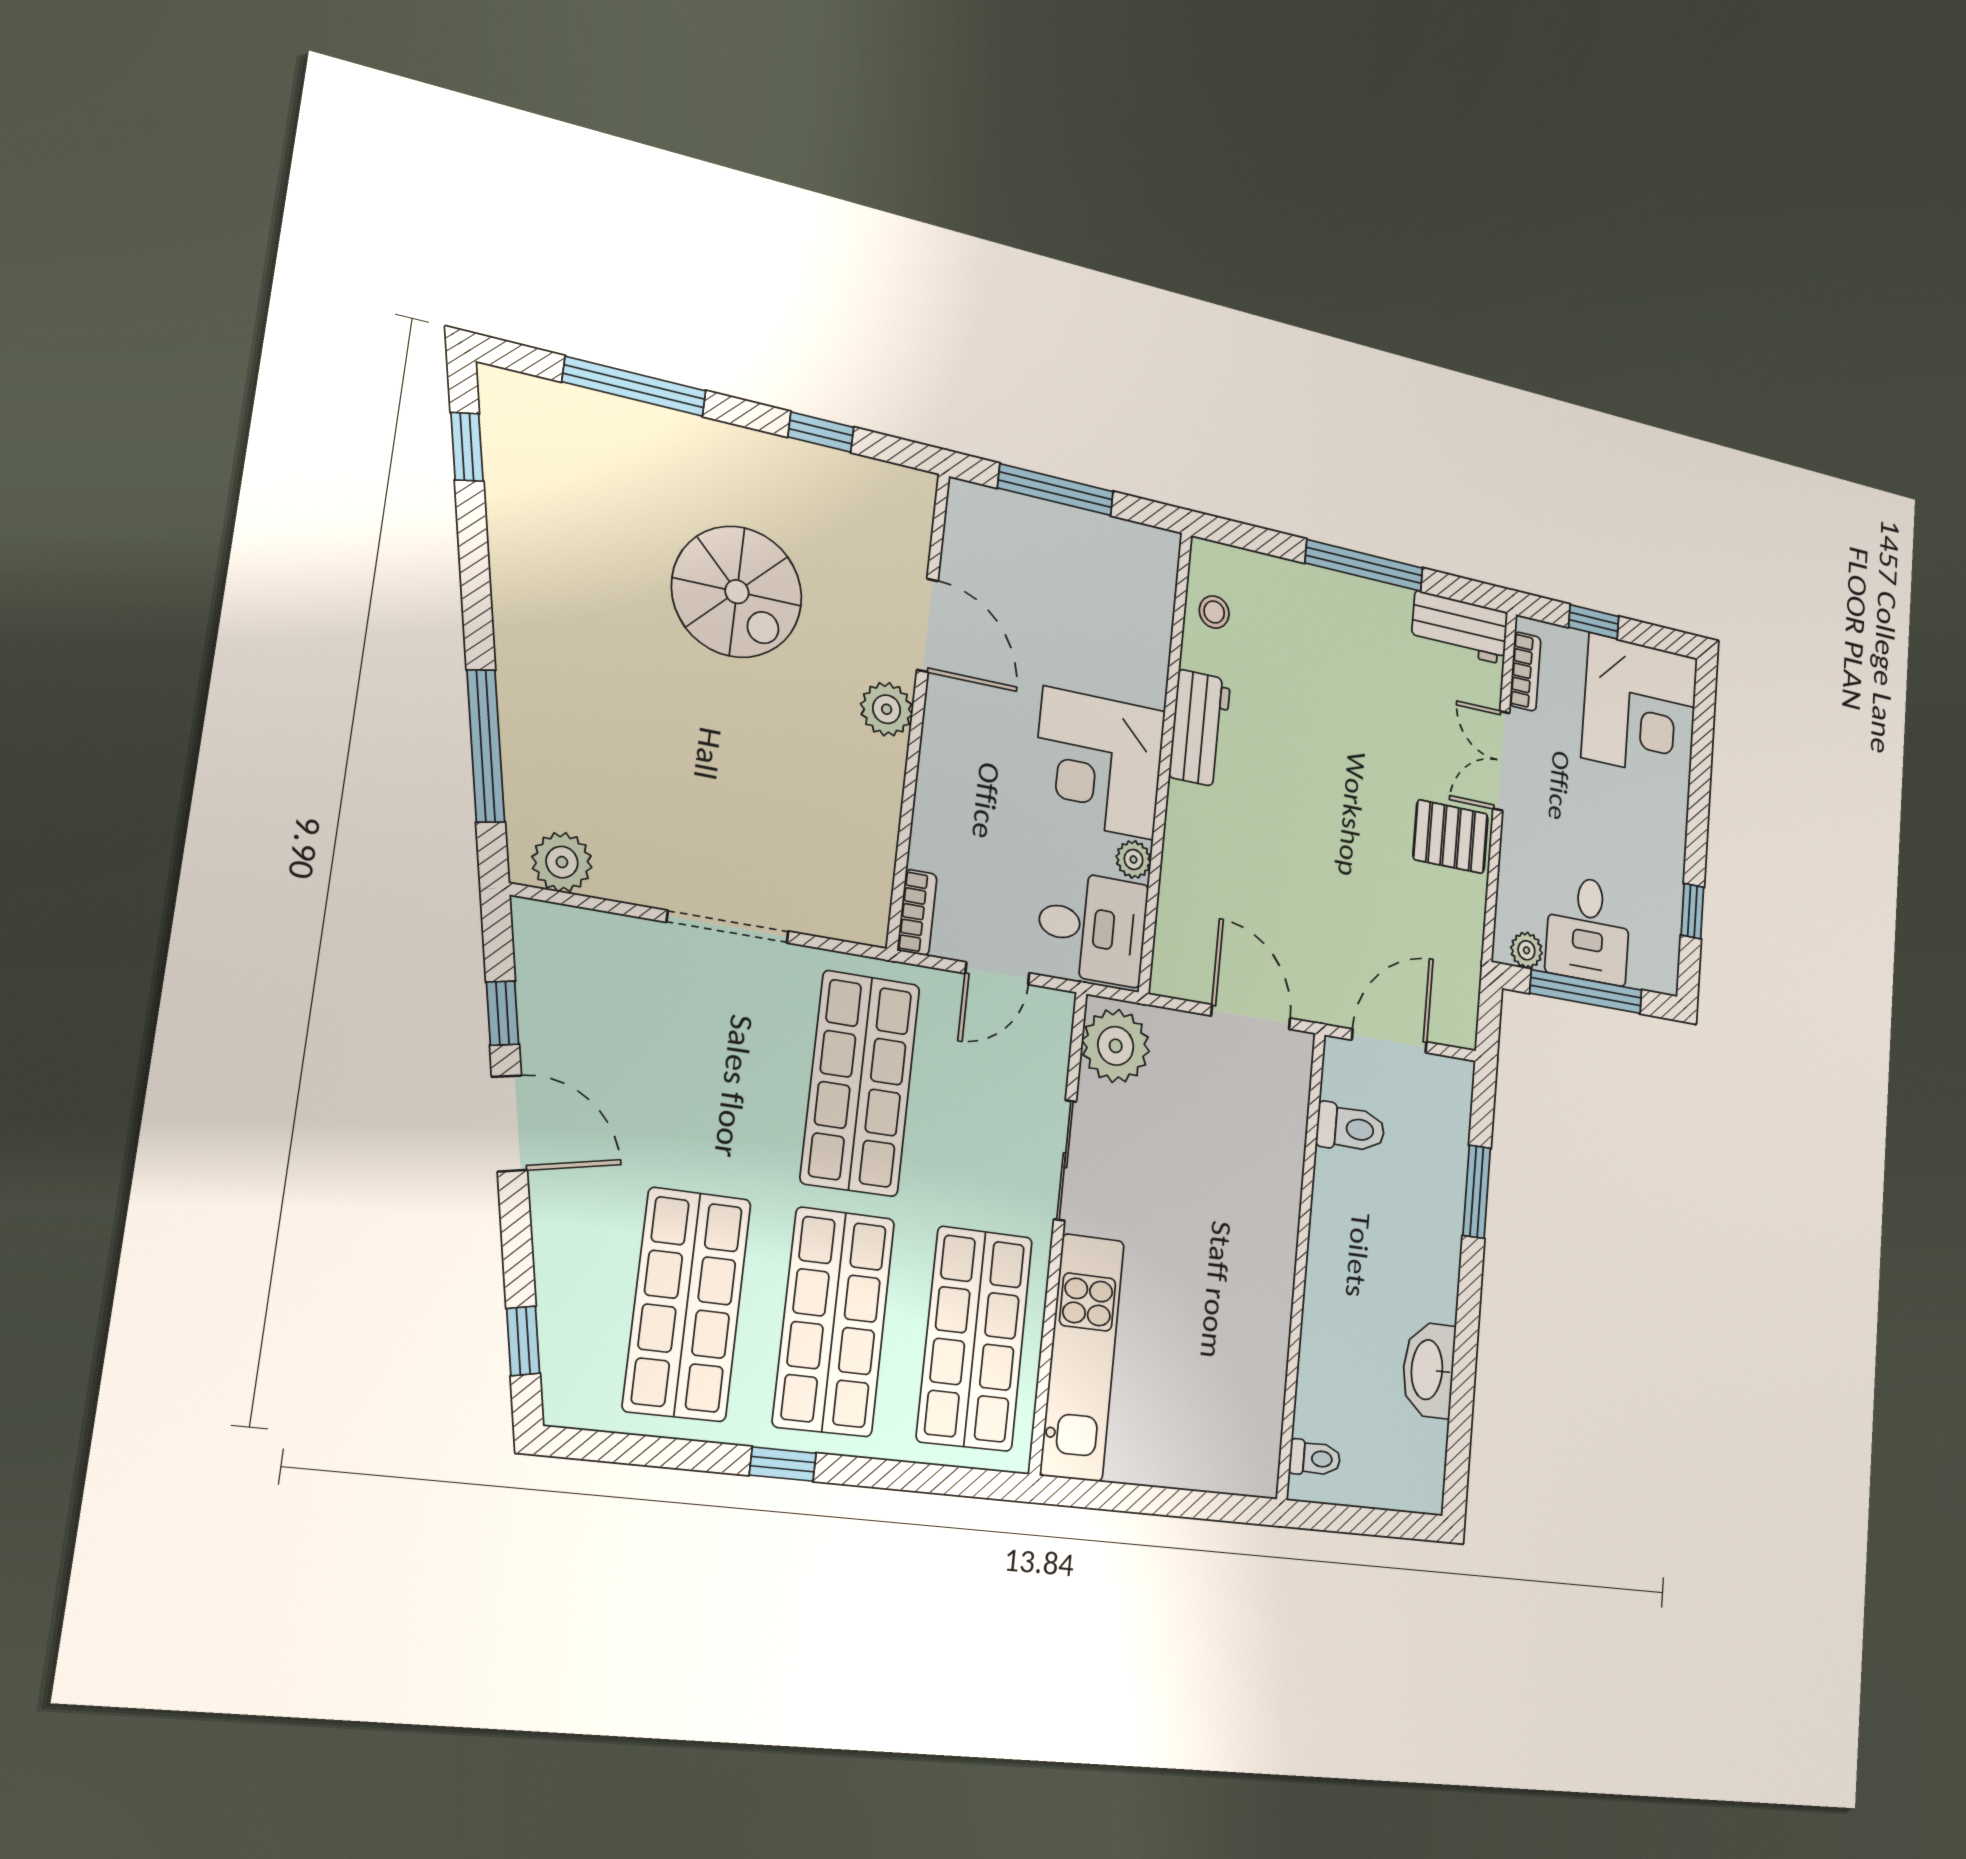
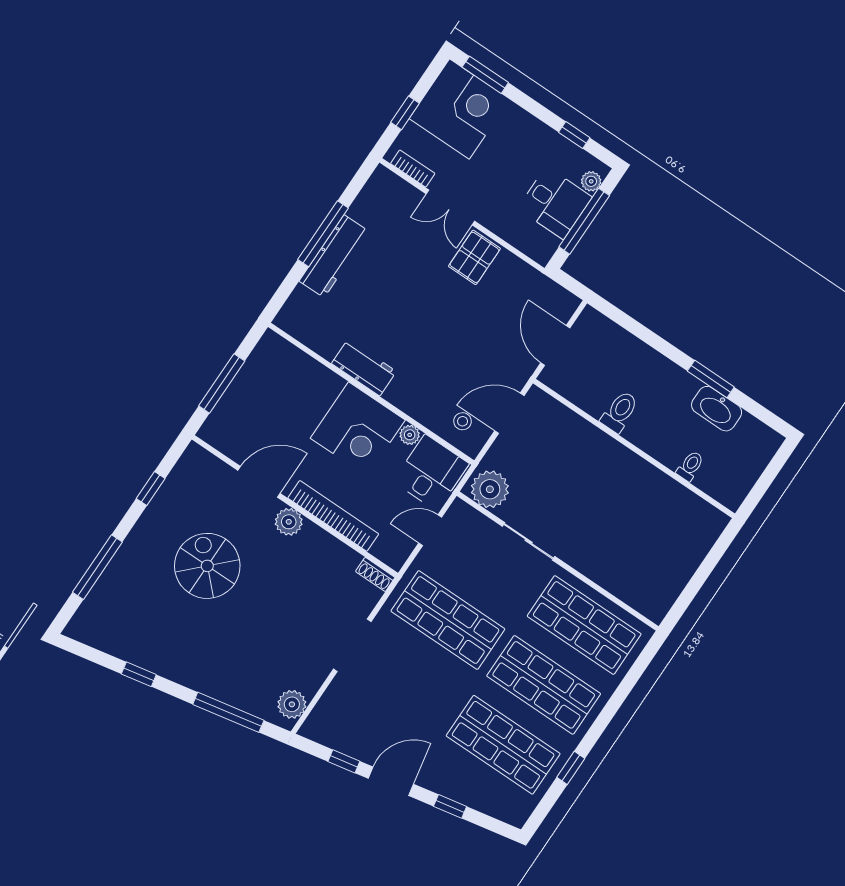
window: (467, 447) -> (139, 674), moved
spiral stairs: (737, 592) -> (207, 566), turned -90
stool: (1214, 612) -> (463, 421), moved
workbench: (1460, 628) -> (334, 256), moved, width x1.38
window: (1703, 726) -> (485, 75), added
shoe rack: (874, 910) -> (375, 574), added
bookcase: (917, 912) -> (333, 516), moved, width x2.31, depth x1.31
plant: (1526, 950) -> (591, 181), moved
door: (997, 973) -> (430, 530), swing flipped
toilet: (1351, 1128) -> (620, 412), moved
window: (1477, 1192) -> (711, 379), moved
window: (523, 1341) -> (450, 806), moved
kitchen unit: (1082, 1357) -> (619, 579), removed
toilet: (1315, 1458) -> (690, 466), moved
window: (783, 1464) -> (571, 768), moved

